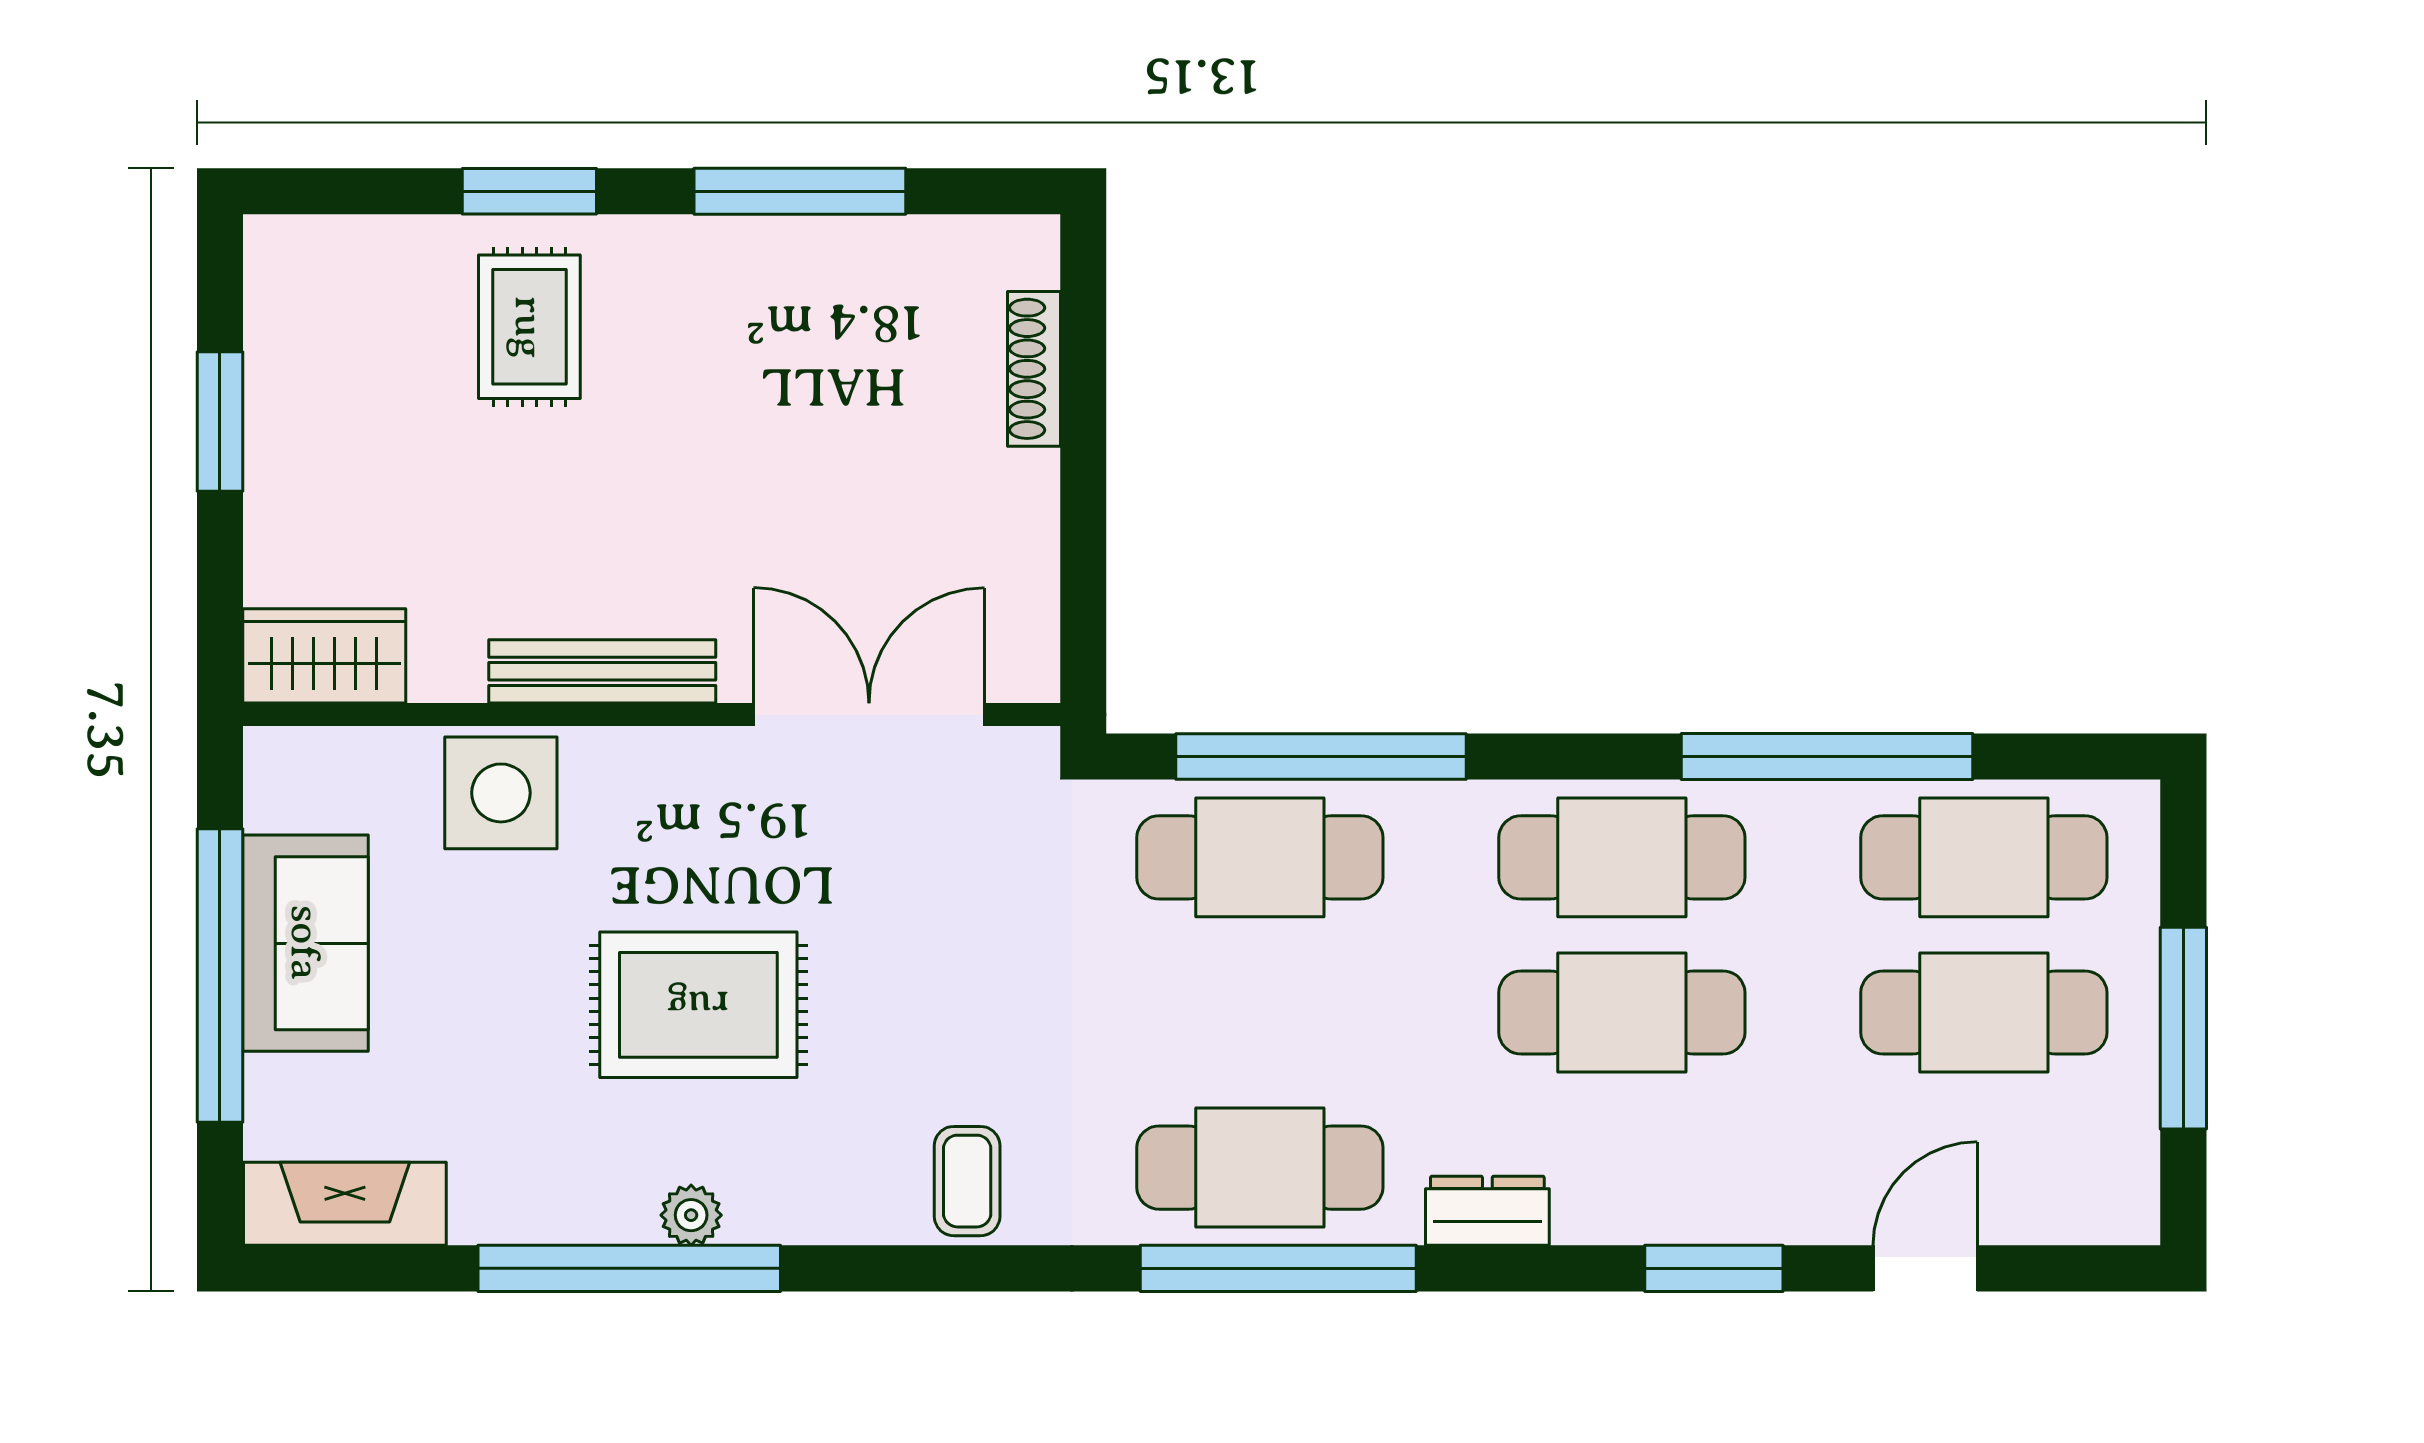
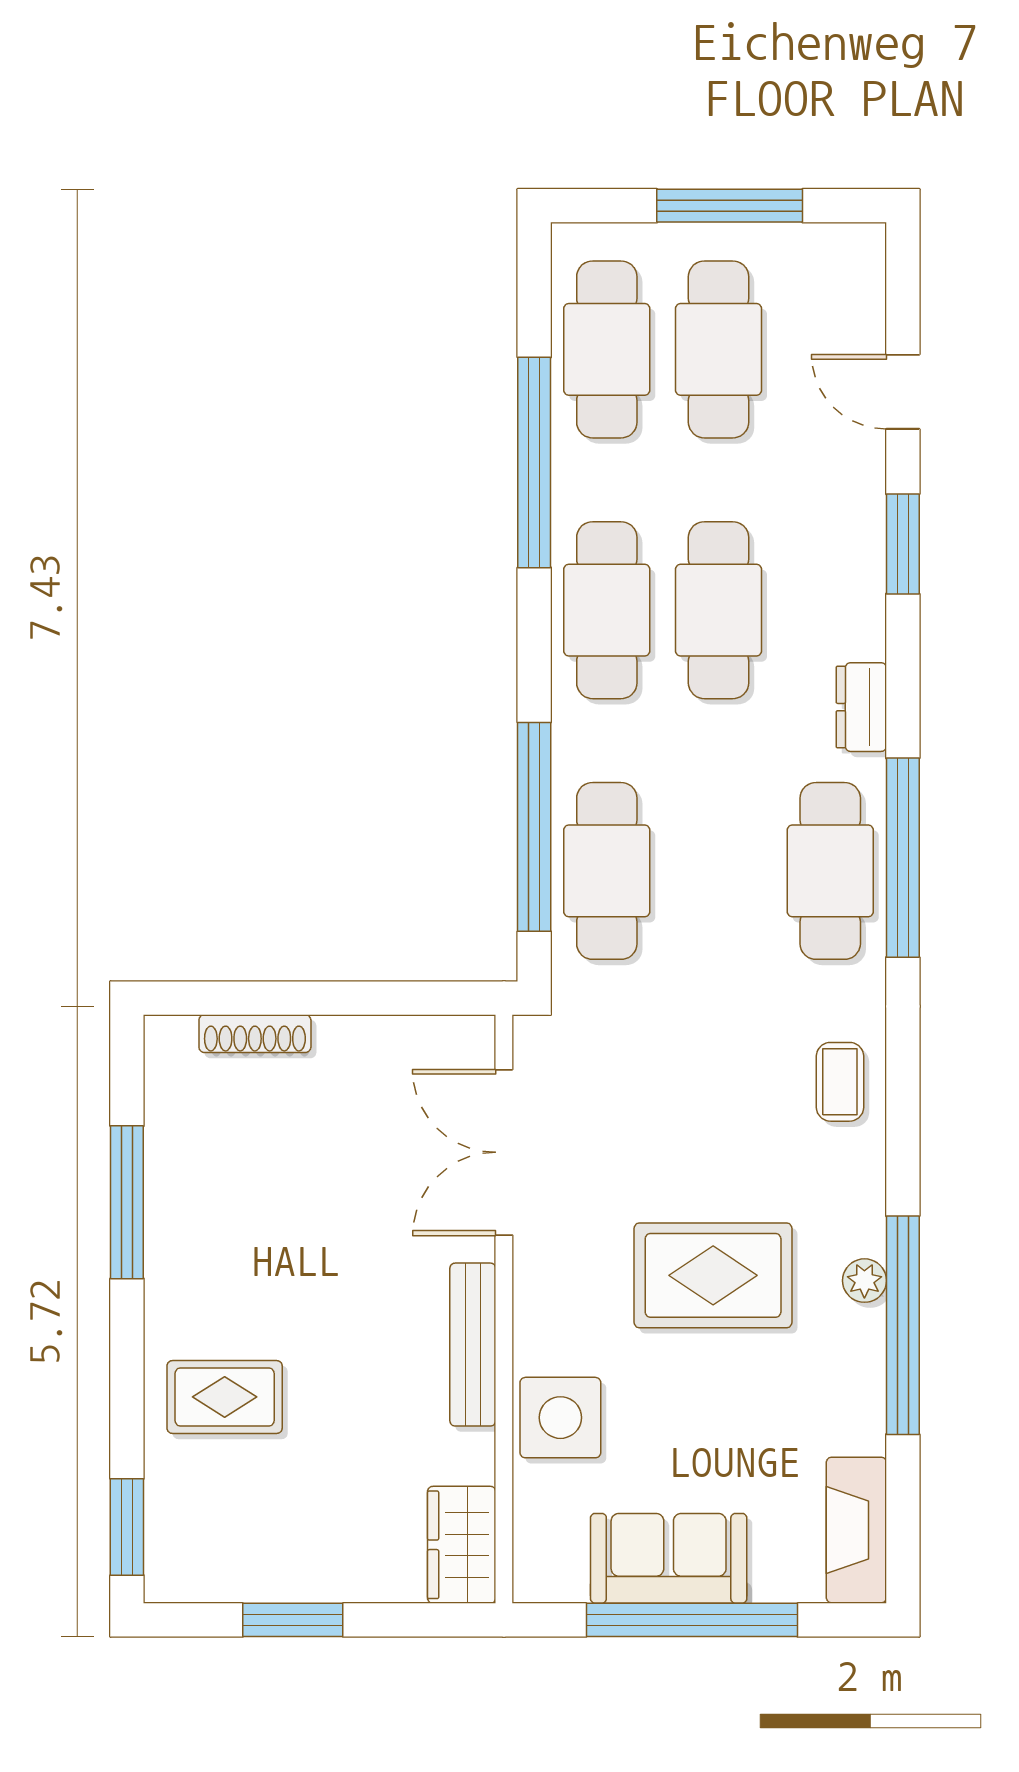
window: (529, 191) -> (127, 1527), moved
rug: (698, 1005) -> (713, 1275), turned 90
coffee table: (967, 1181) -> (840, 1082), turned 90

